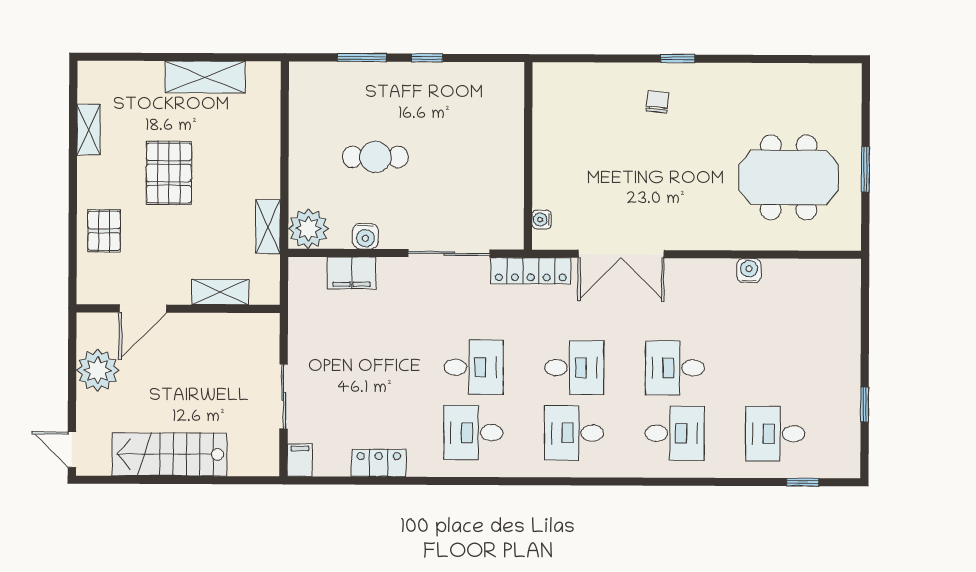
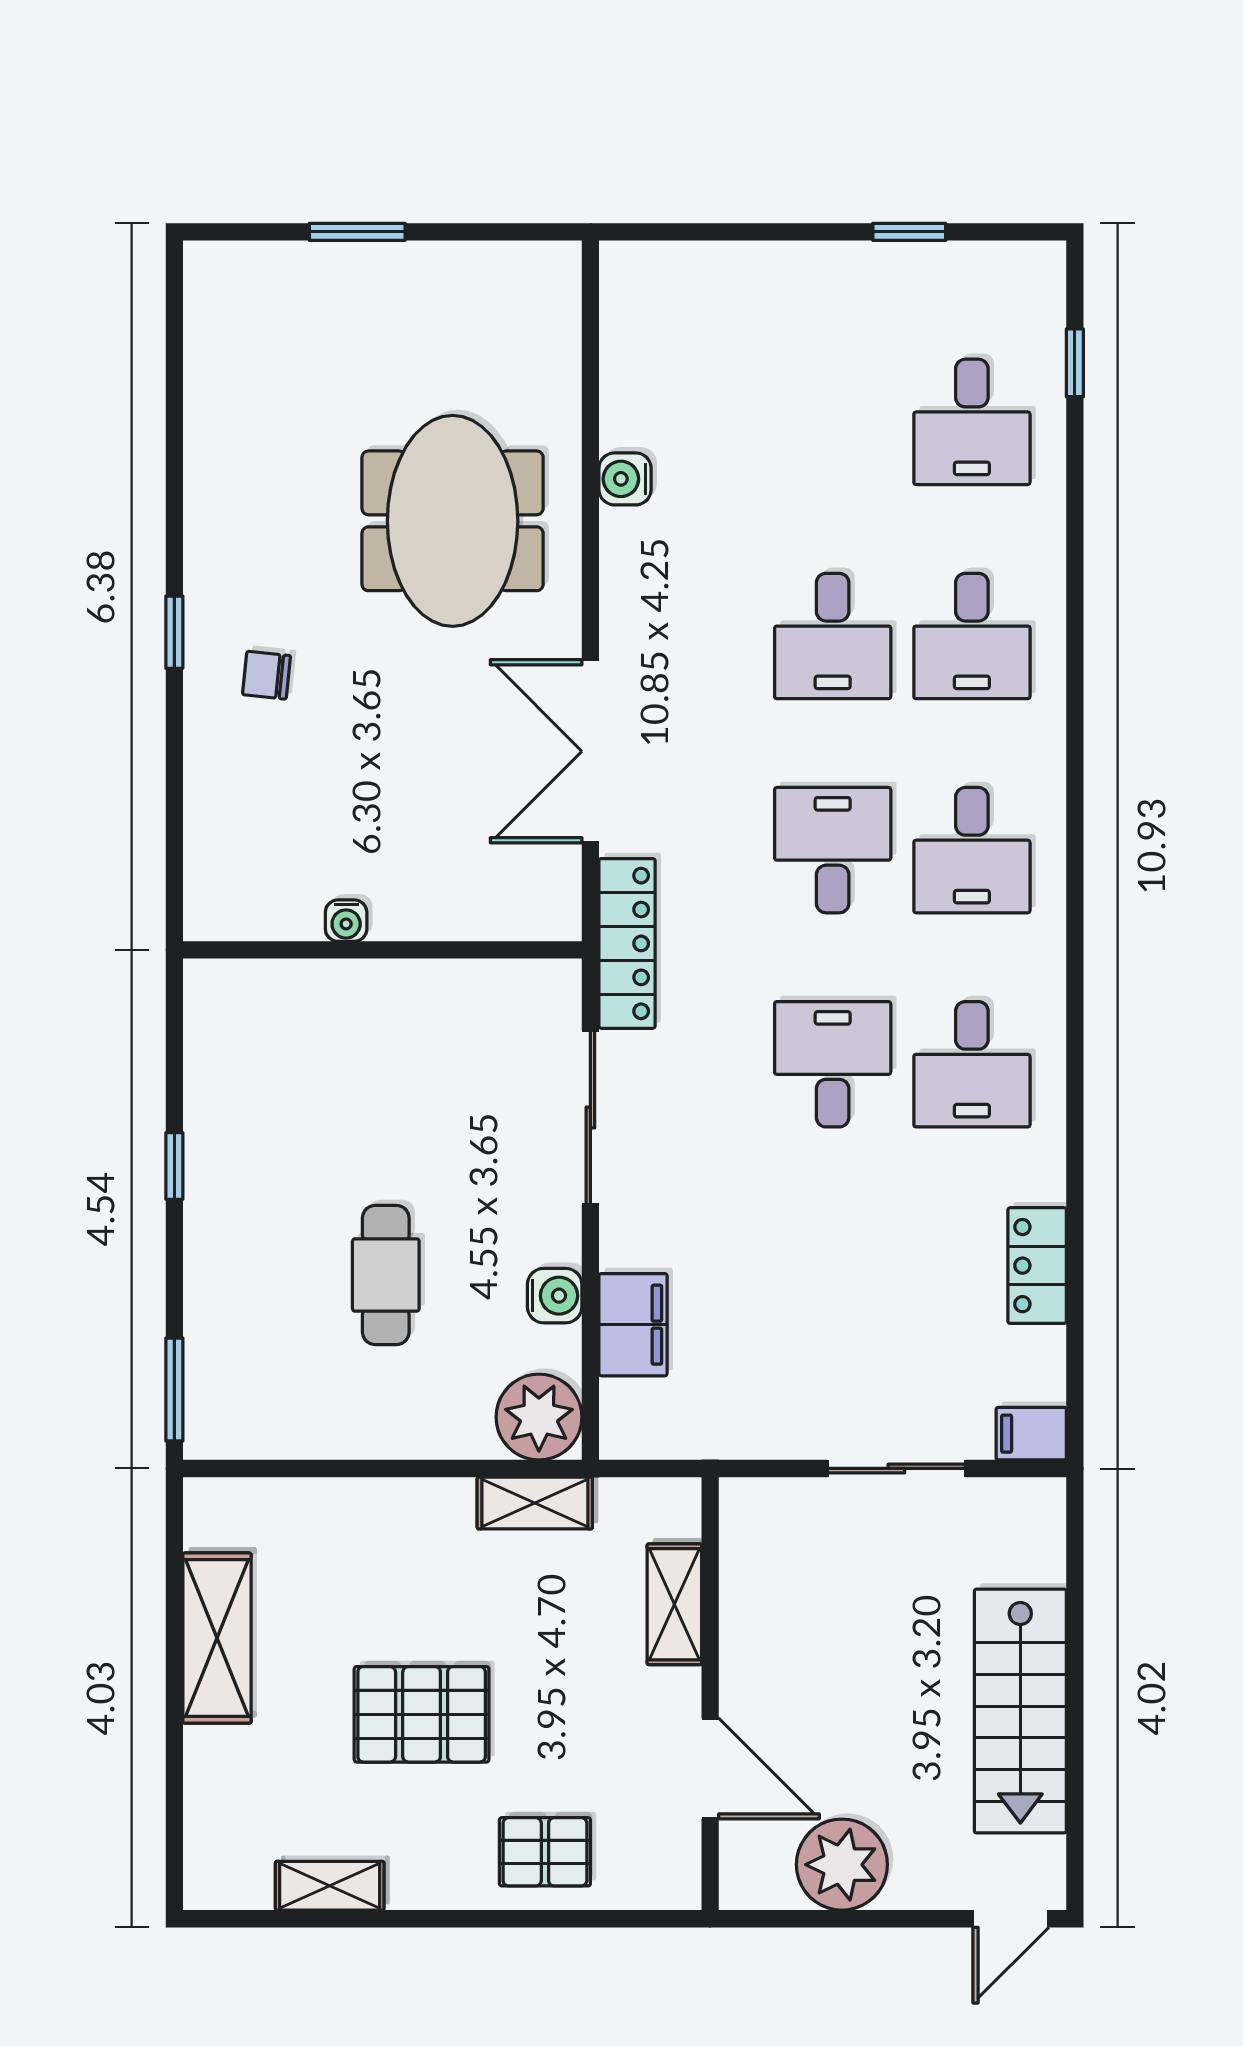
window: (362, 58) -> (174, 1389), moved
window: (865, 169) -> (357, 232), moved
meeting table: (789, 177) -> (453, 521), moved
water cooler: (542, 219) -> (346, 921), moved
double door: (621, 254) -> (590, 751), swing flipped
desk: (675, 433) -> (972, 636), turned 180

